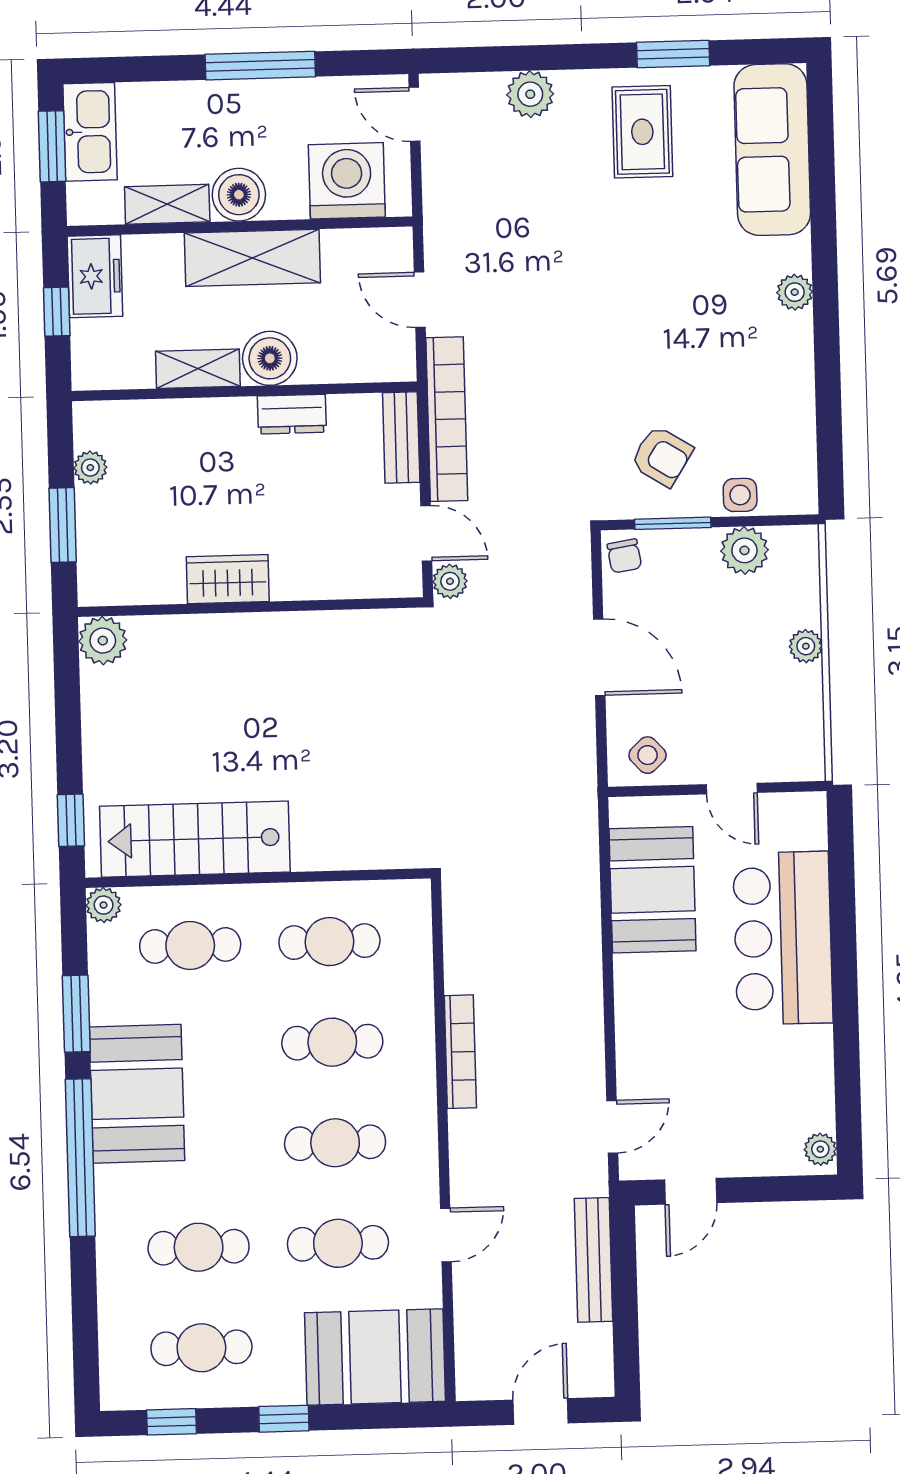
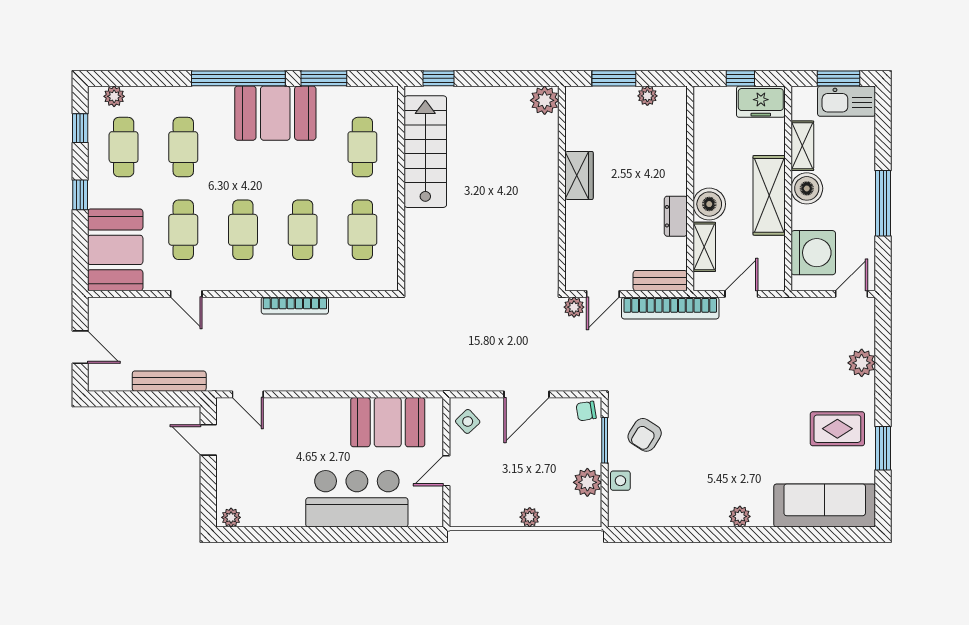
shelving: (198, 369) -> (704, 247), moved
plant: (104, 905) -> (114, 96), moved

